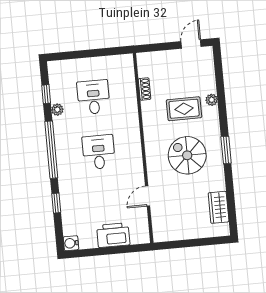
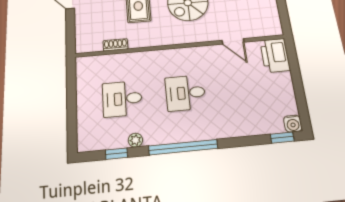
window: (56, 203) -> (282, 138), moved
printer: (113, 235) -> (275, 55), moved

